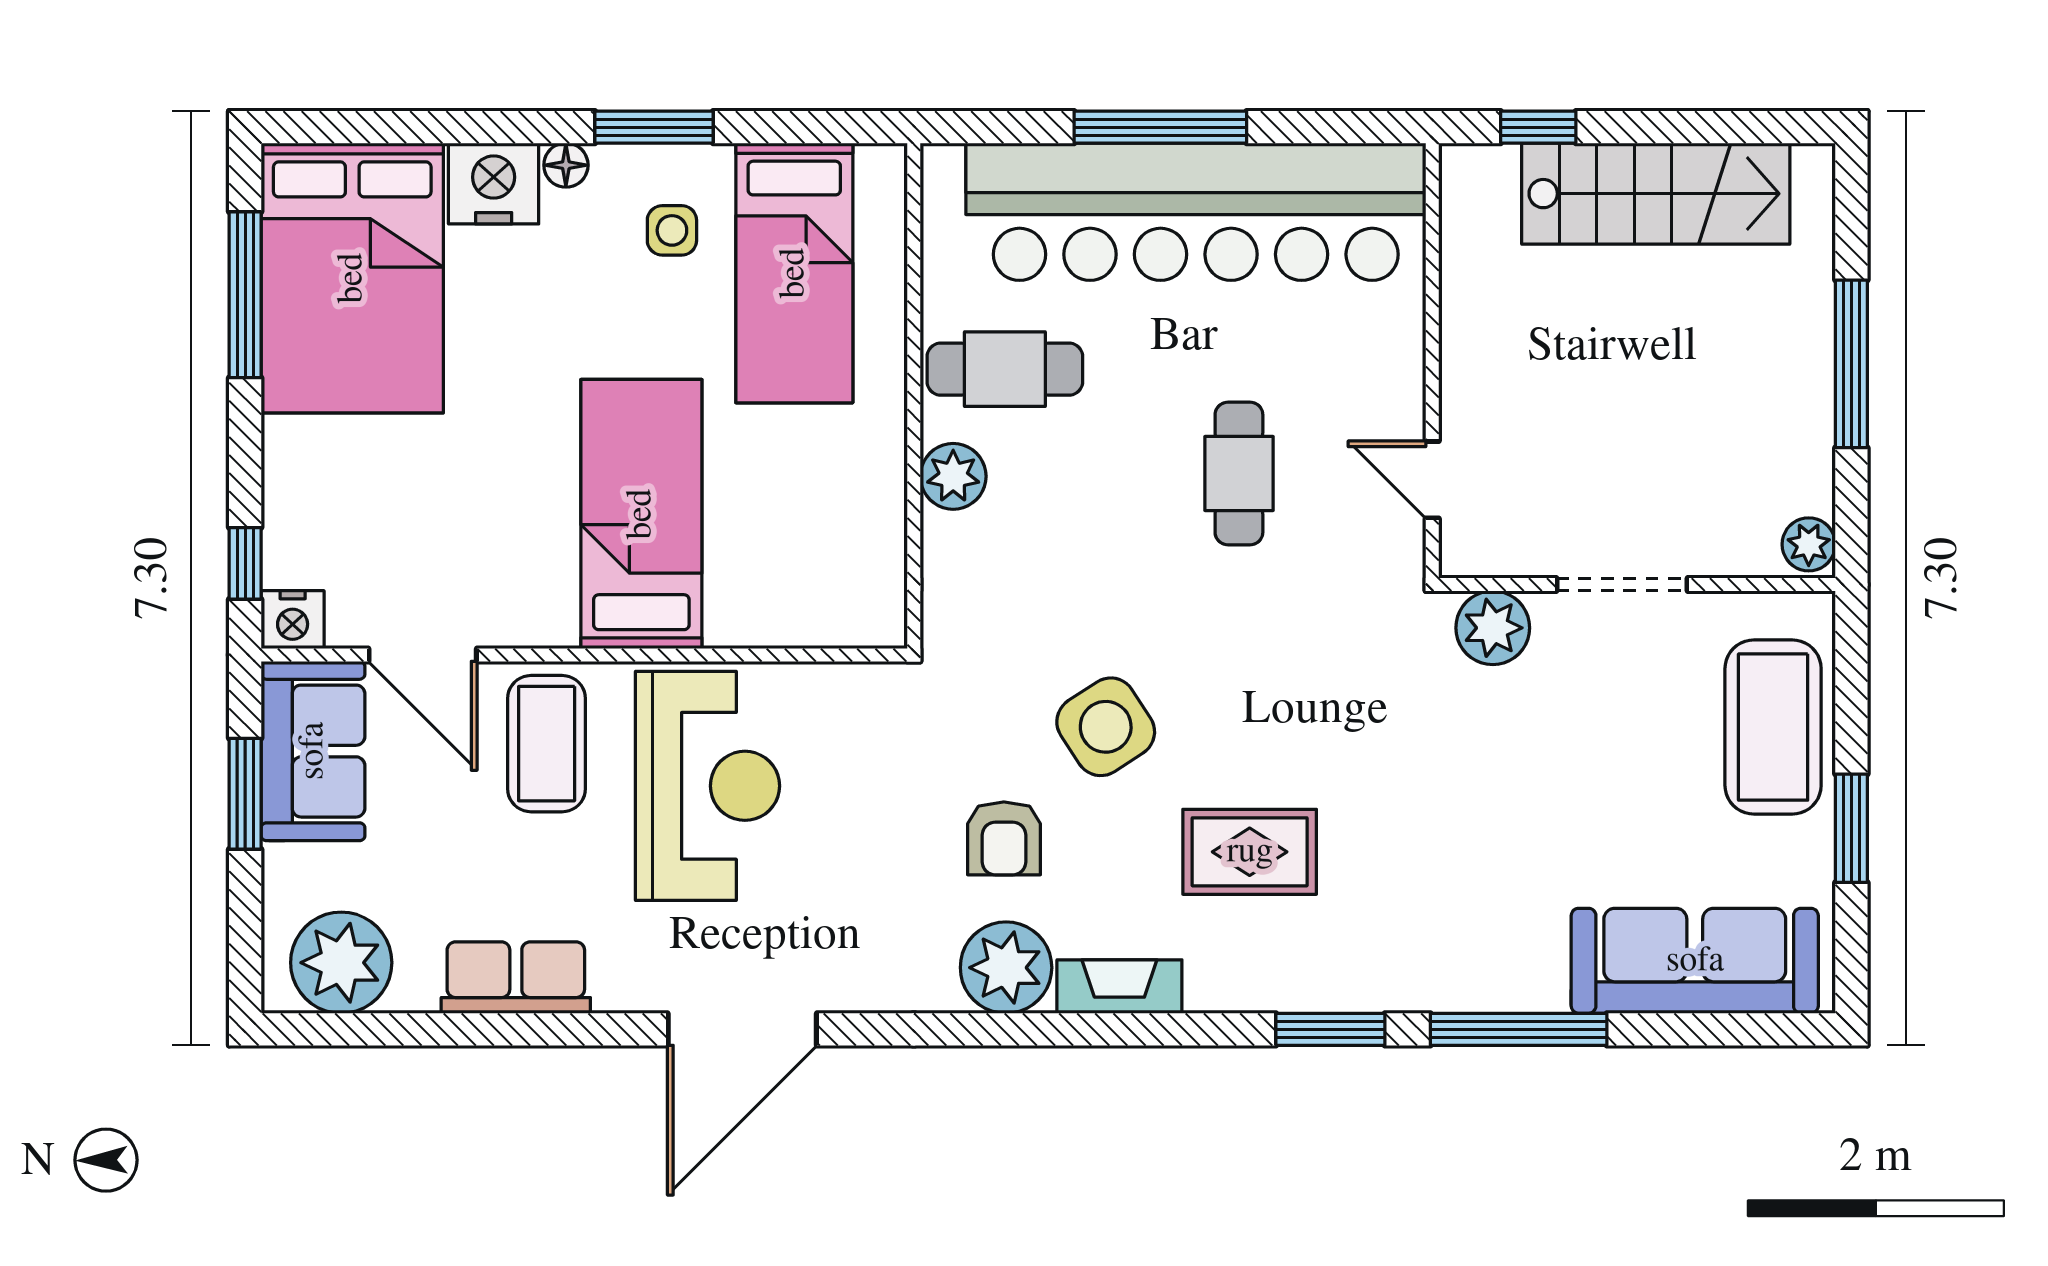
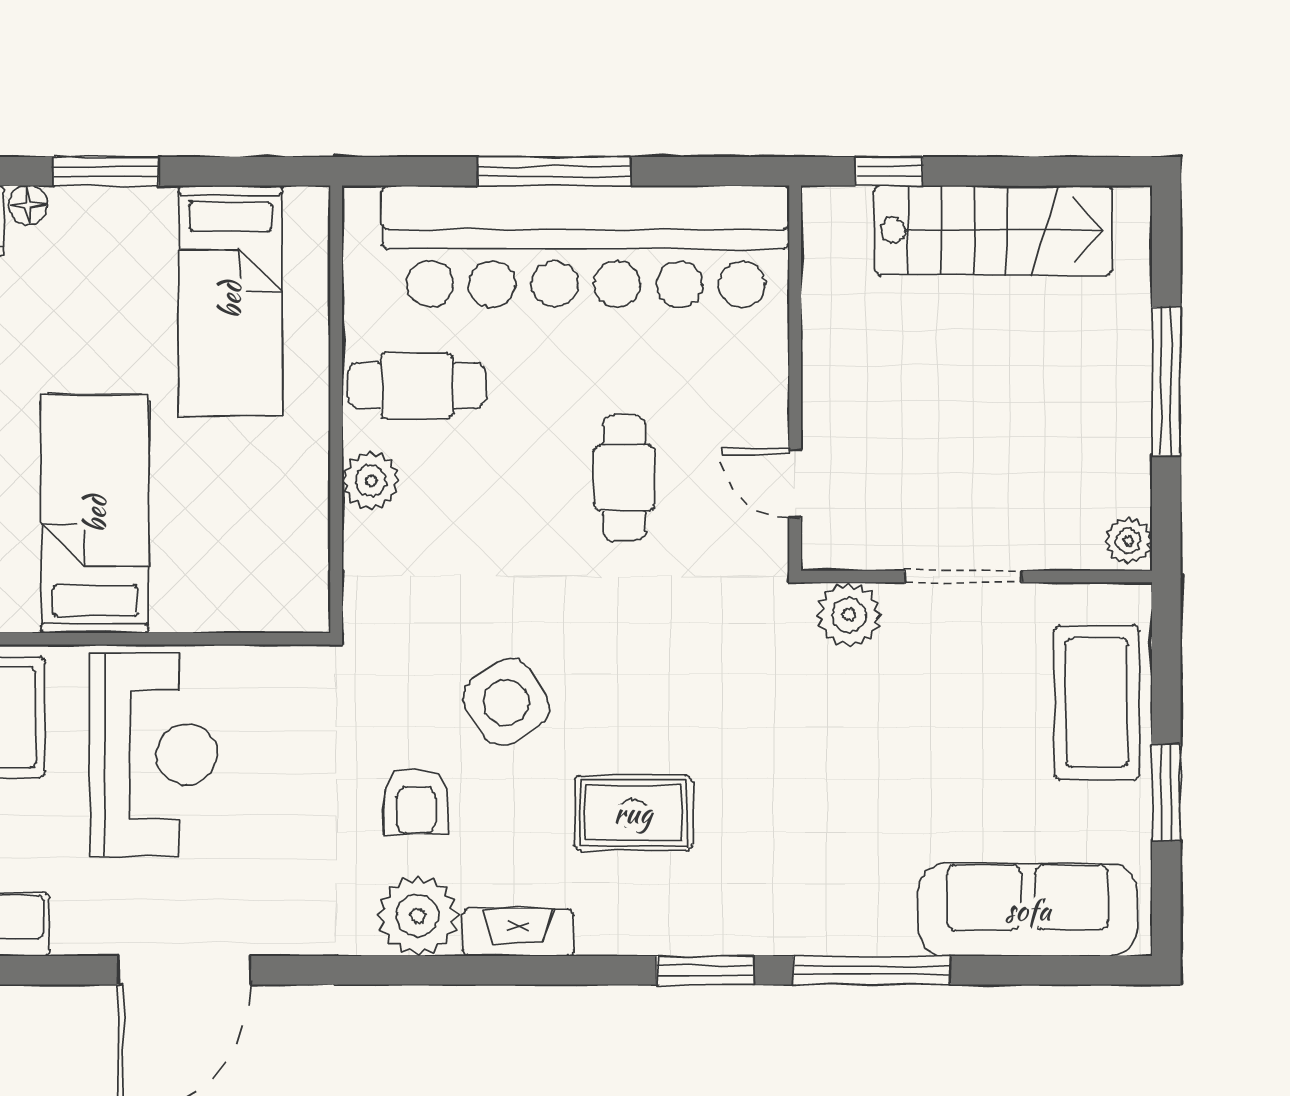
side table: (672, 230) -> (122, 263), removed

